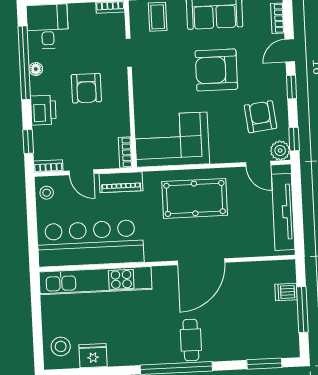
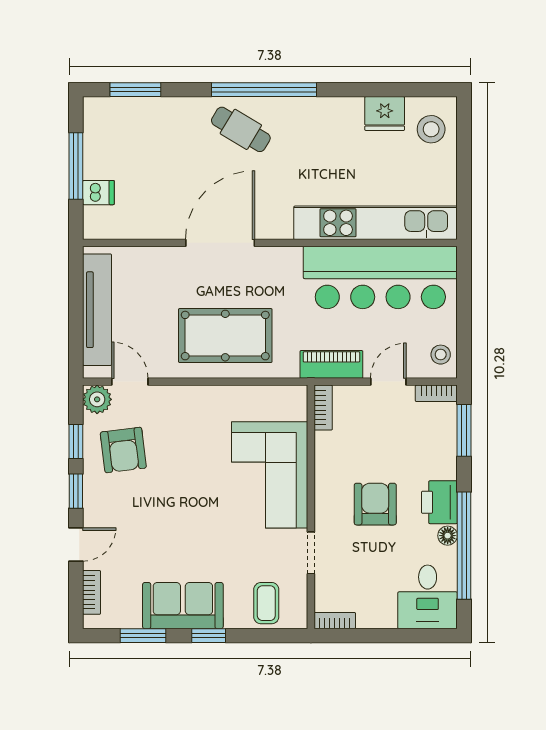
armchair: (216, 70) -> (184, 521), removed
printer: (43, 110) -> (439, 502), moved
window: (294, 139) -> (76, 441), moved
corner sofa: (172, 140) -> (270, 475), moved, turned 90
window: (28, 142) -> (464, 430), width x1.50
door: (81, 172) -> (388, 382), hinge flipped
cafe table: (191, 340) -> (241, 129), turned -59

